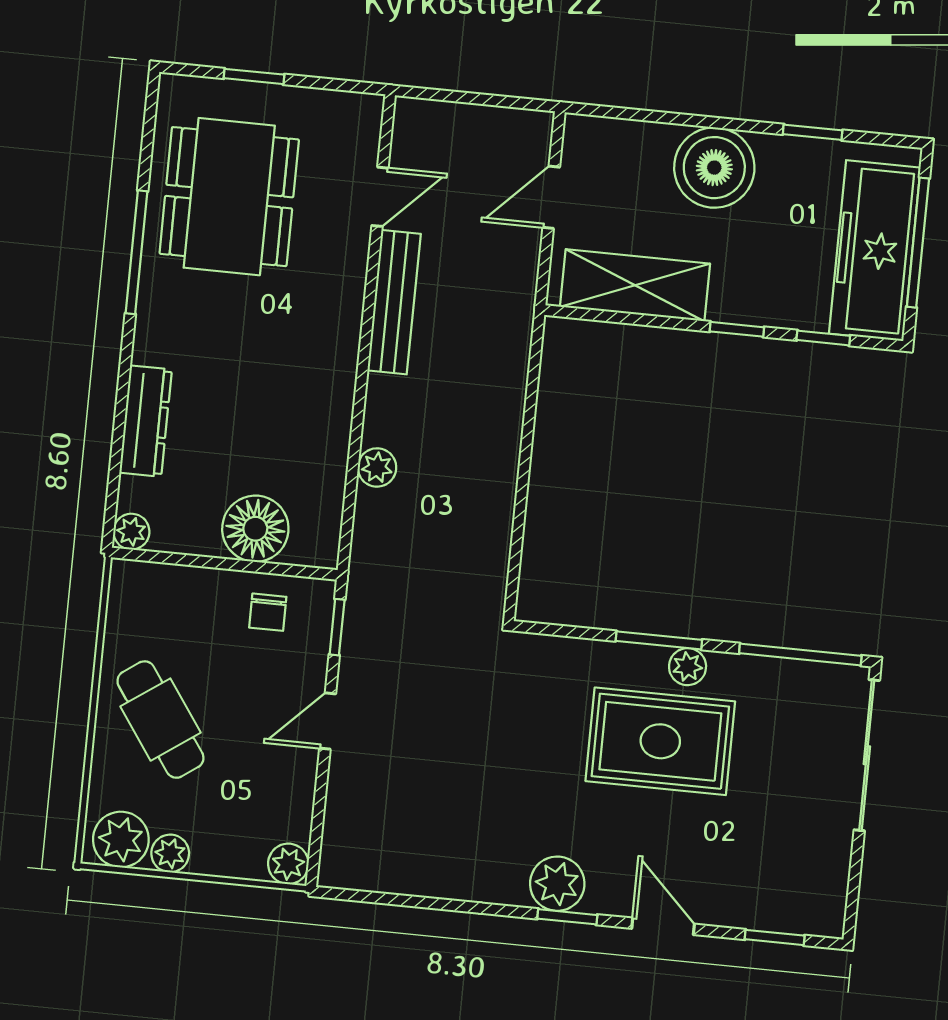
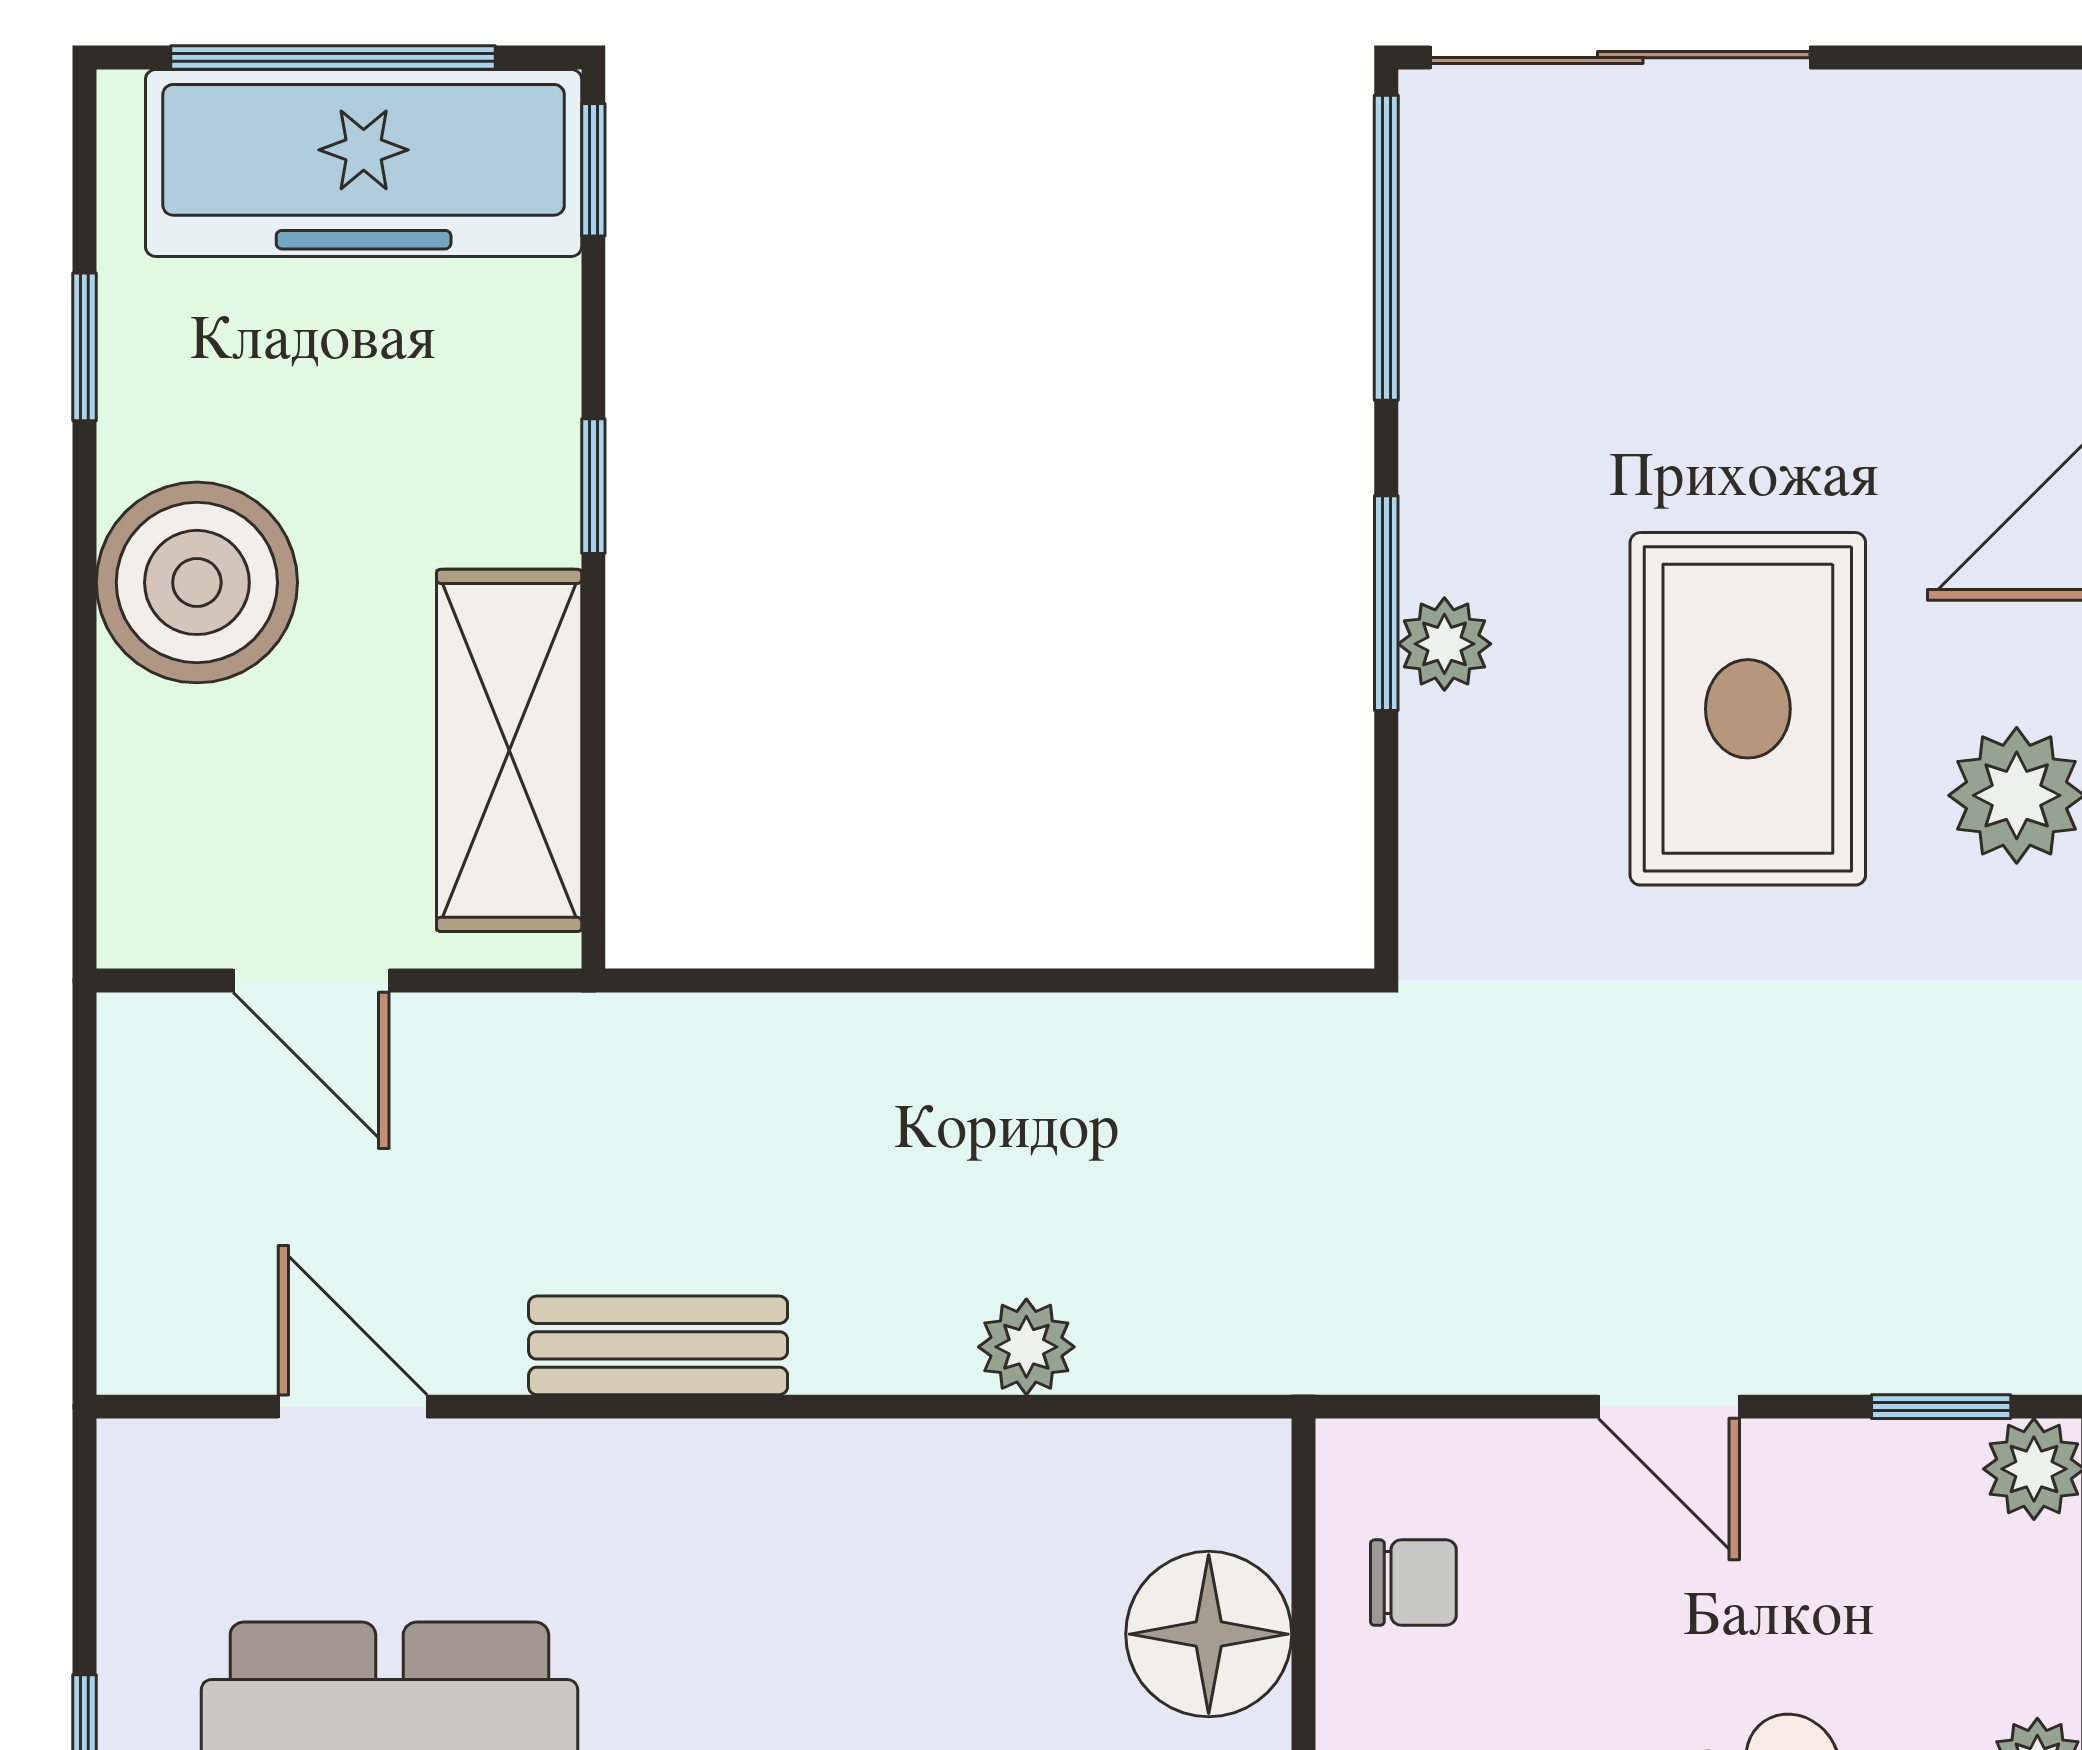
bench: (394, 302) -> (658, 1345), width x0.73
window: (823, 338) -> (593, 170), moved
window: (337, 627) -> (1941, 1407), moved
plant: (688, 667) -> (1444, 644), moved
rug: (660, 741) -> (1748, 709), moved

